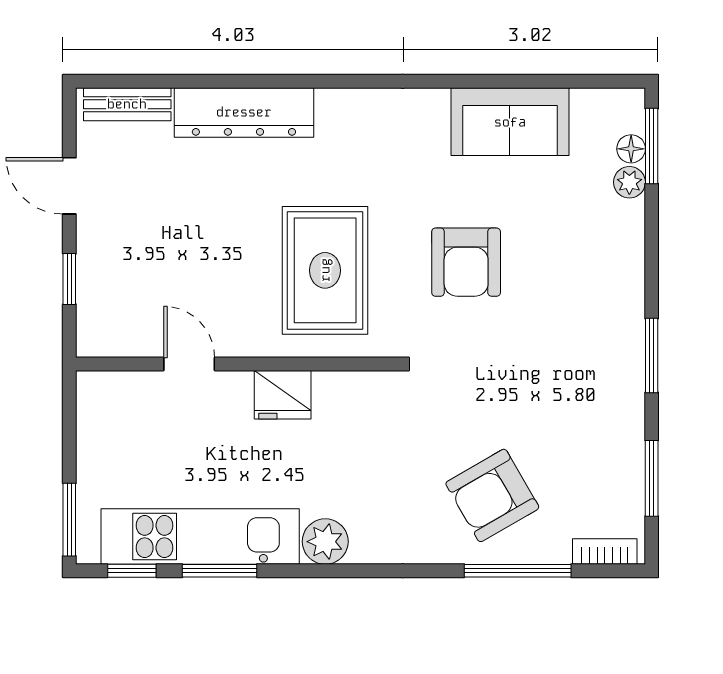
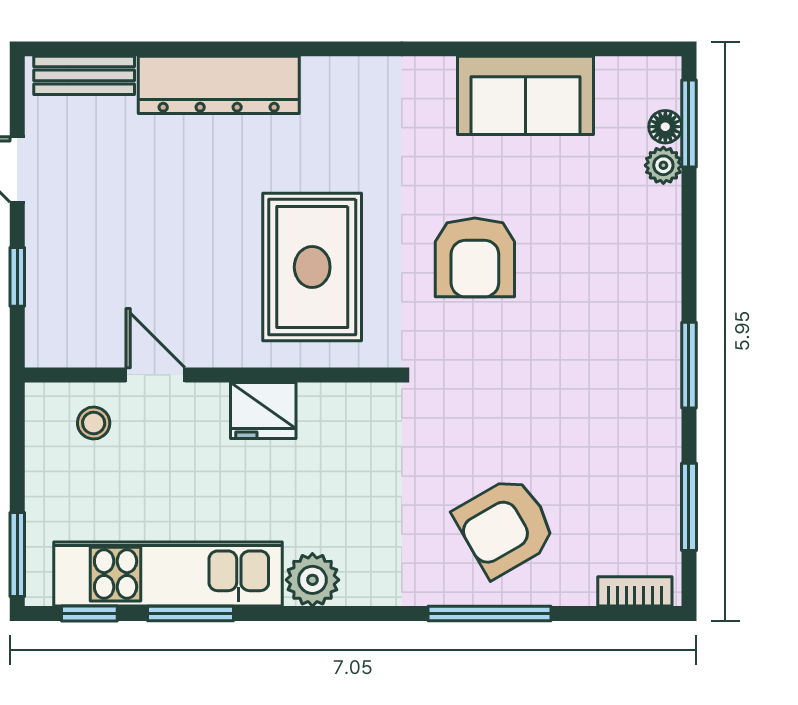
stool: (136, 406) -> (94, 423), added
window: (518, 571) -> (490, 614), moved

